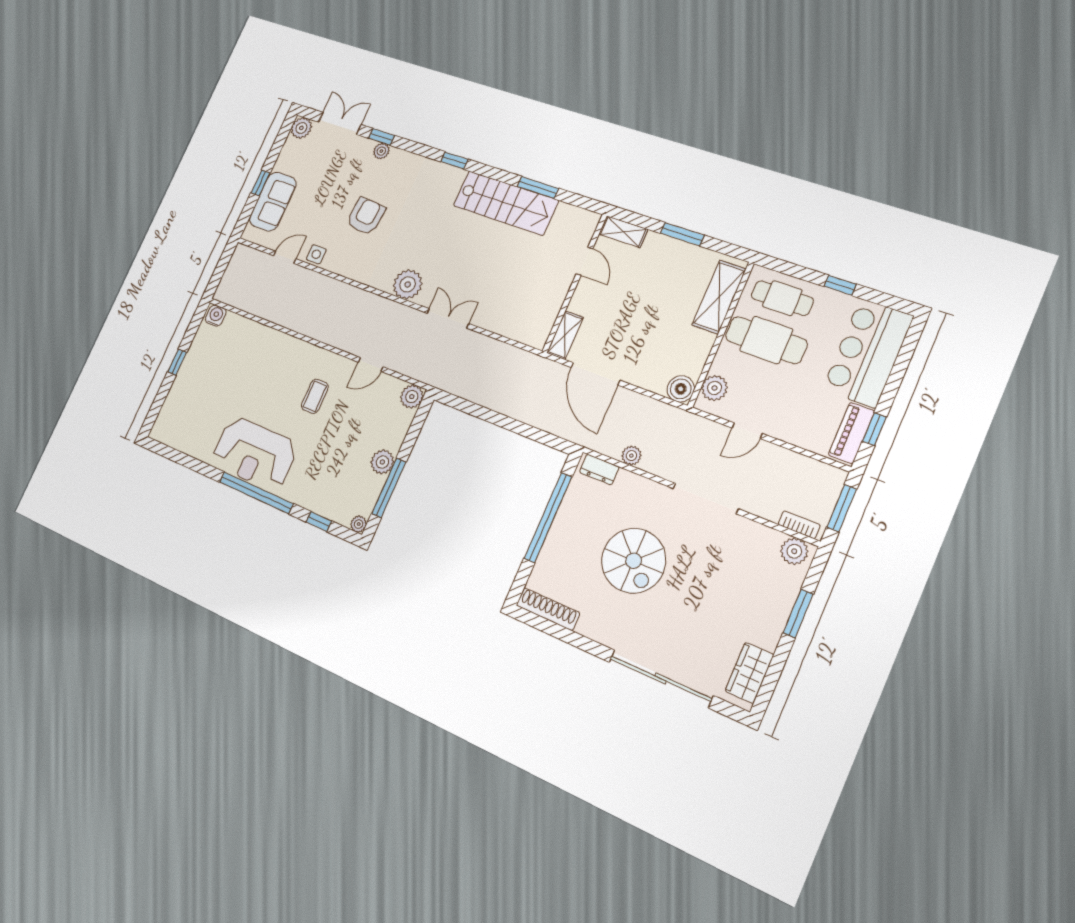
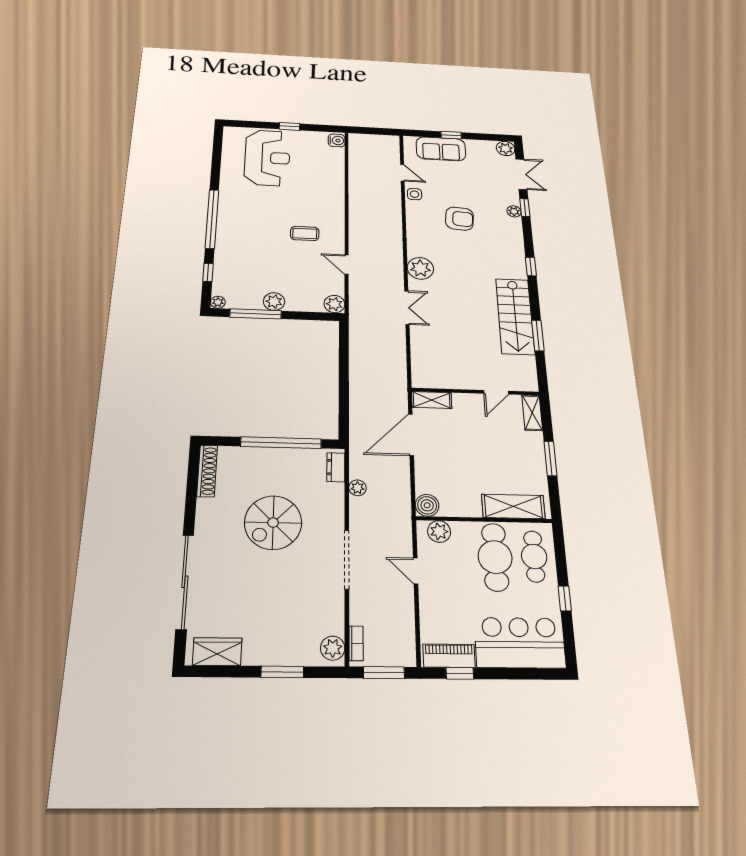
reception desk: (254, 454) -> (267, 158), moved, turned 180

